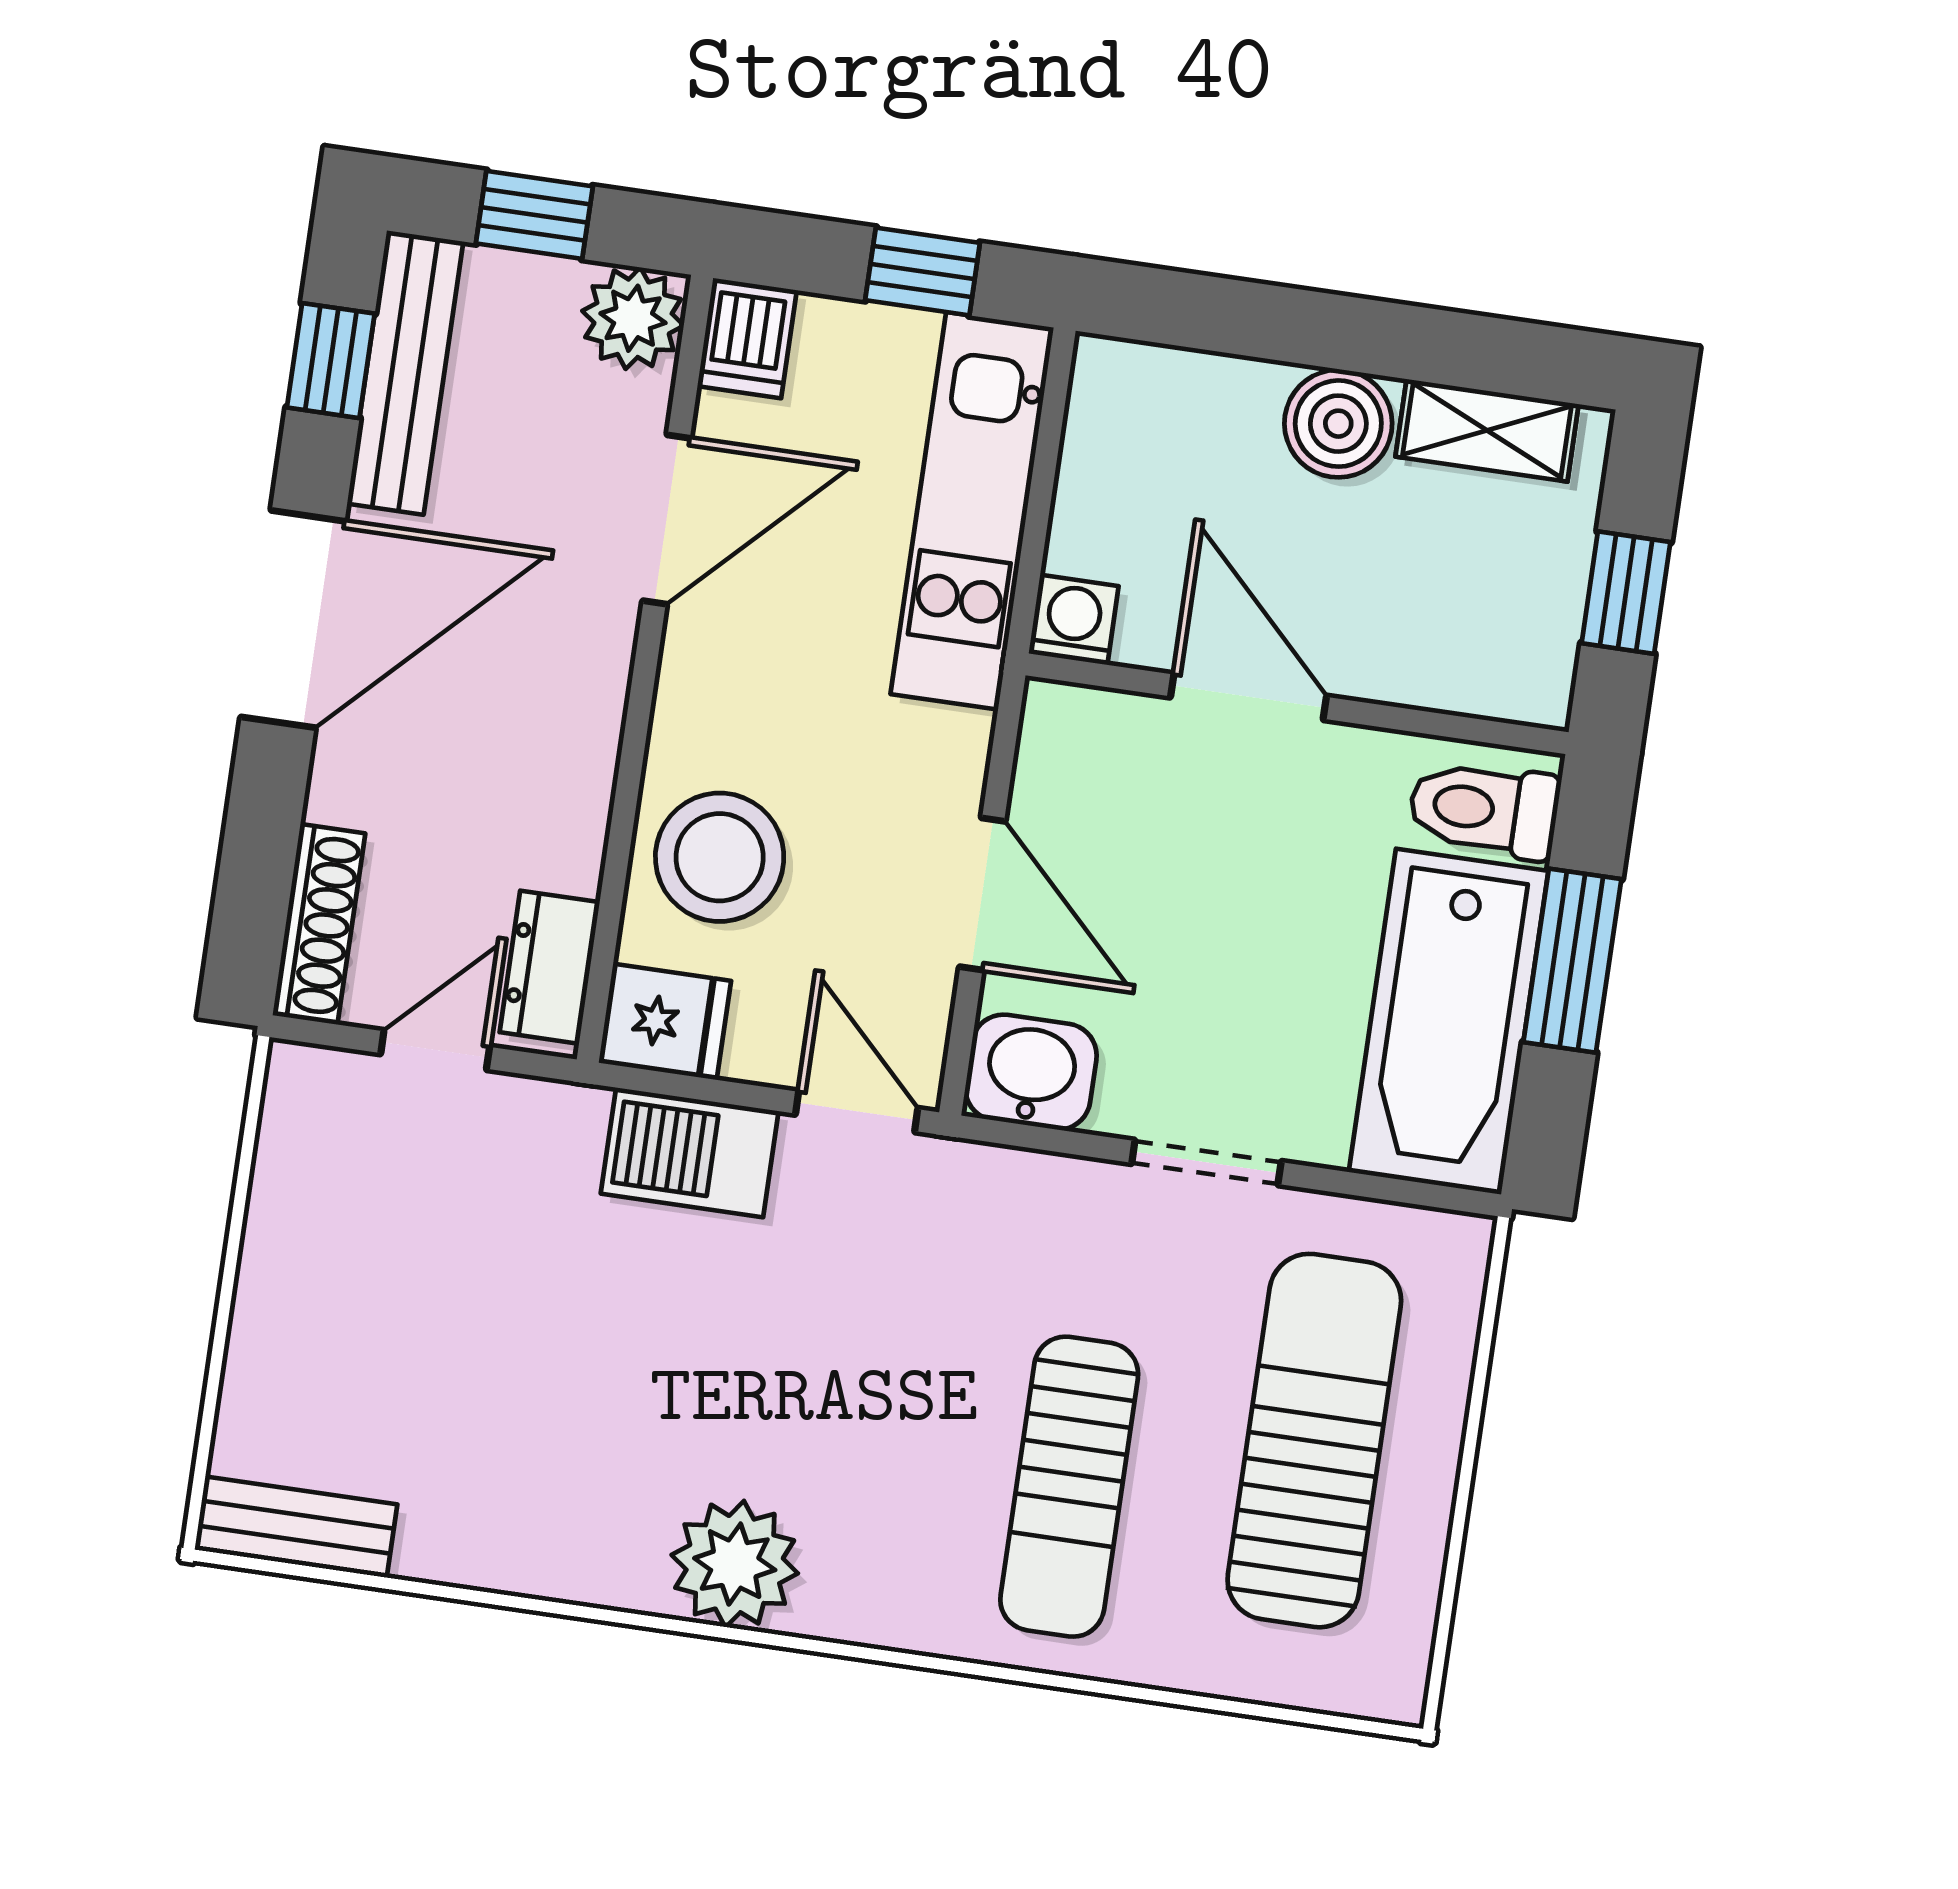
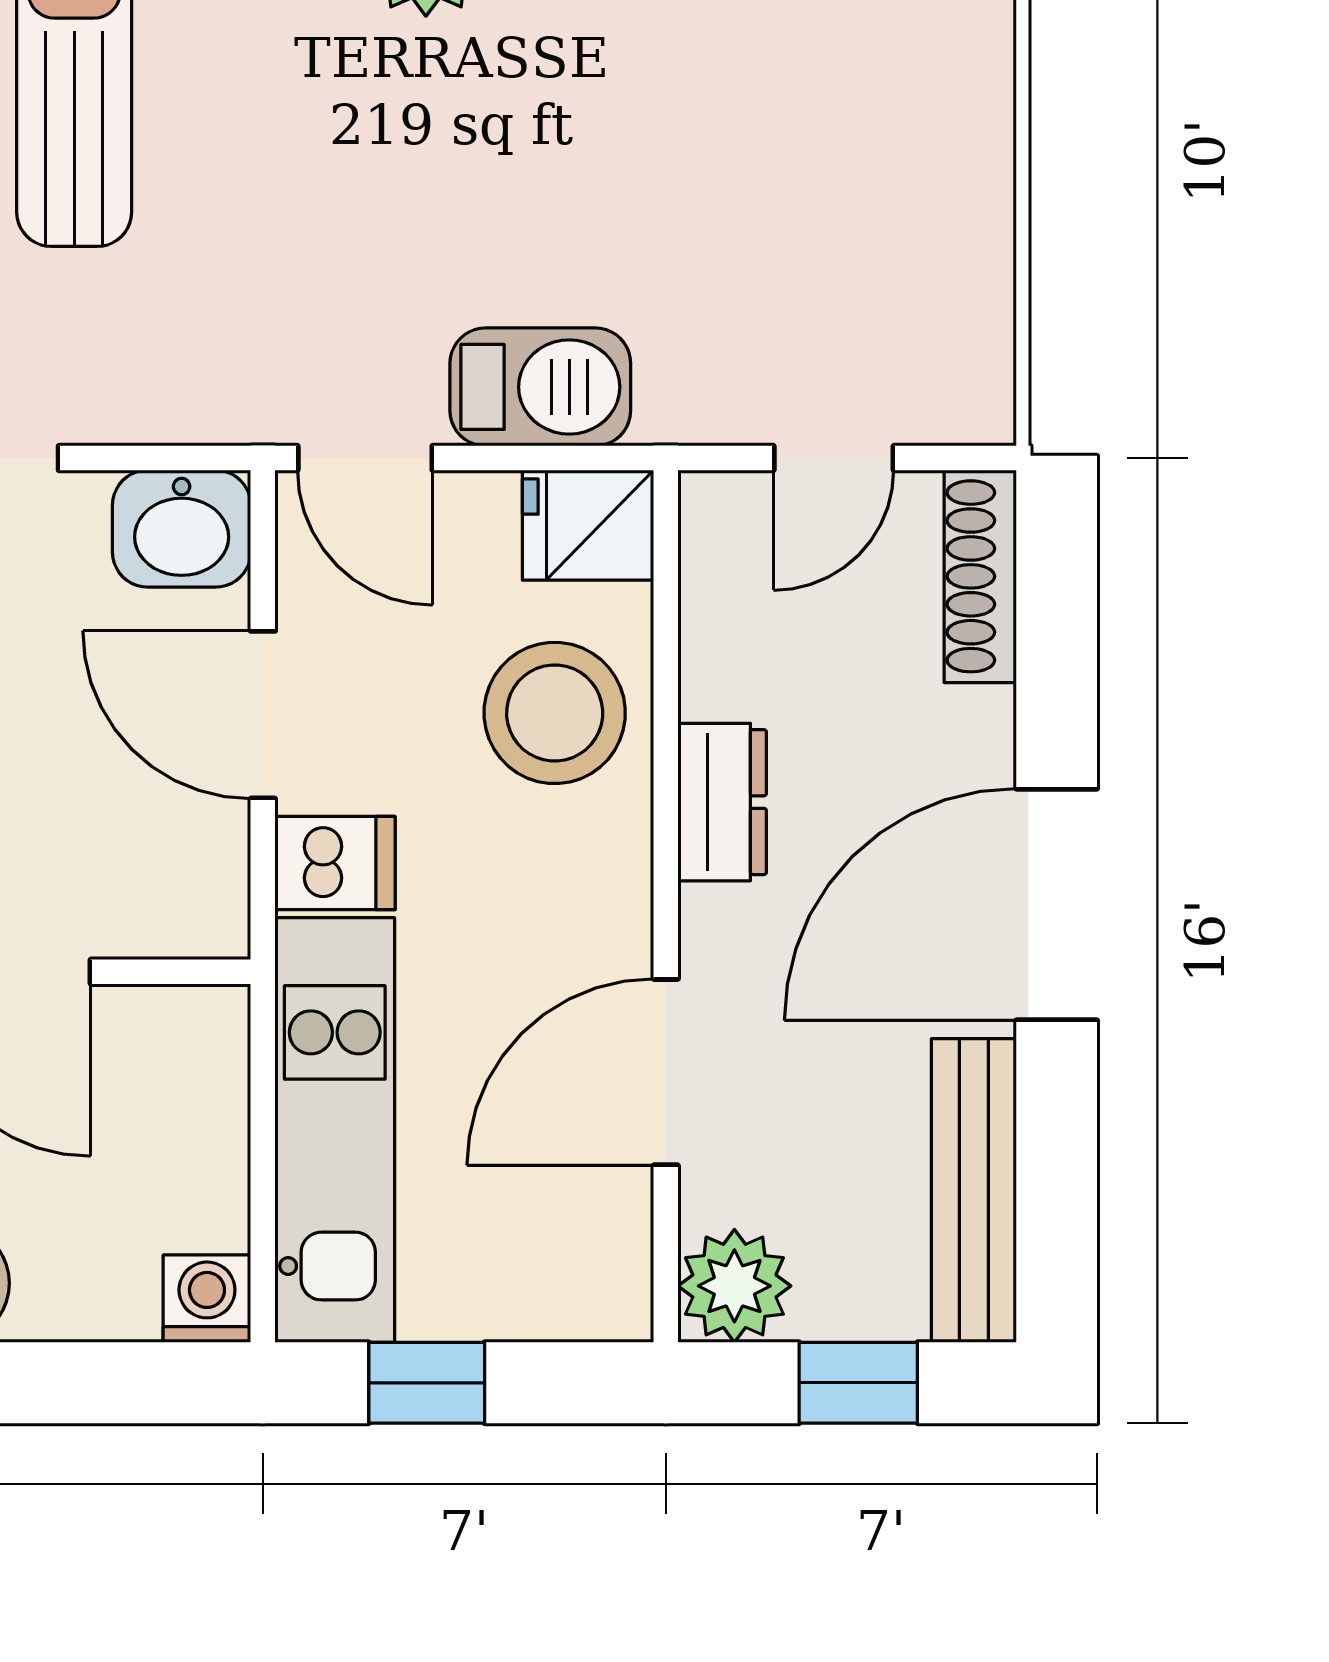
dishwasher: (747, 338) -> (335, 863), moved, turned 90
window: (331, 361) -> (1057, 1192), removed
washing machine: (1074, 620) -> (207, 1299), moved, turned 180
dresser: (550, 967) -> (722, 802), moved

